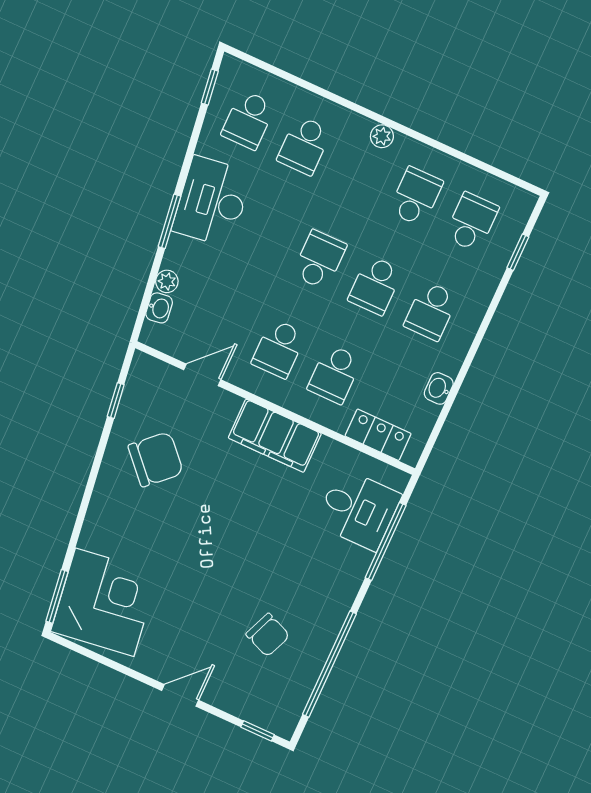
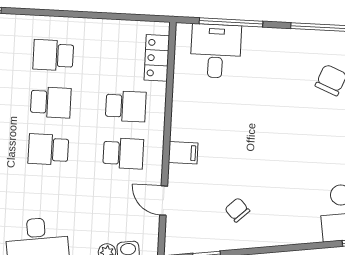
school desk: (431, 311) -> (53, 55), turned 180
washbasin: (439, 388) -> (107, 28), removed
filing cabinet: (275, 436) -> (183, 153), width x0.33, depth x0.86
chair: (156, 459) -> (237, 210), width x0.54, depth x0.54

